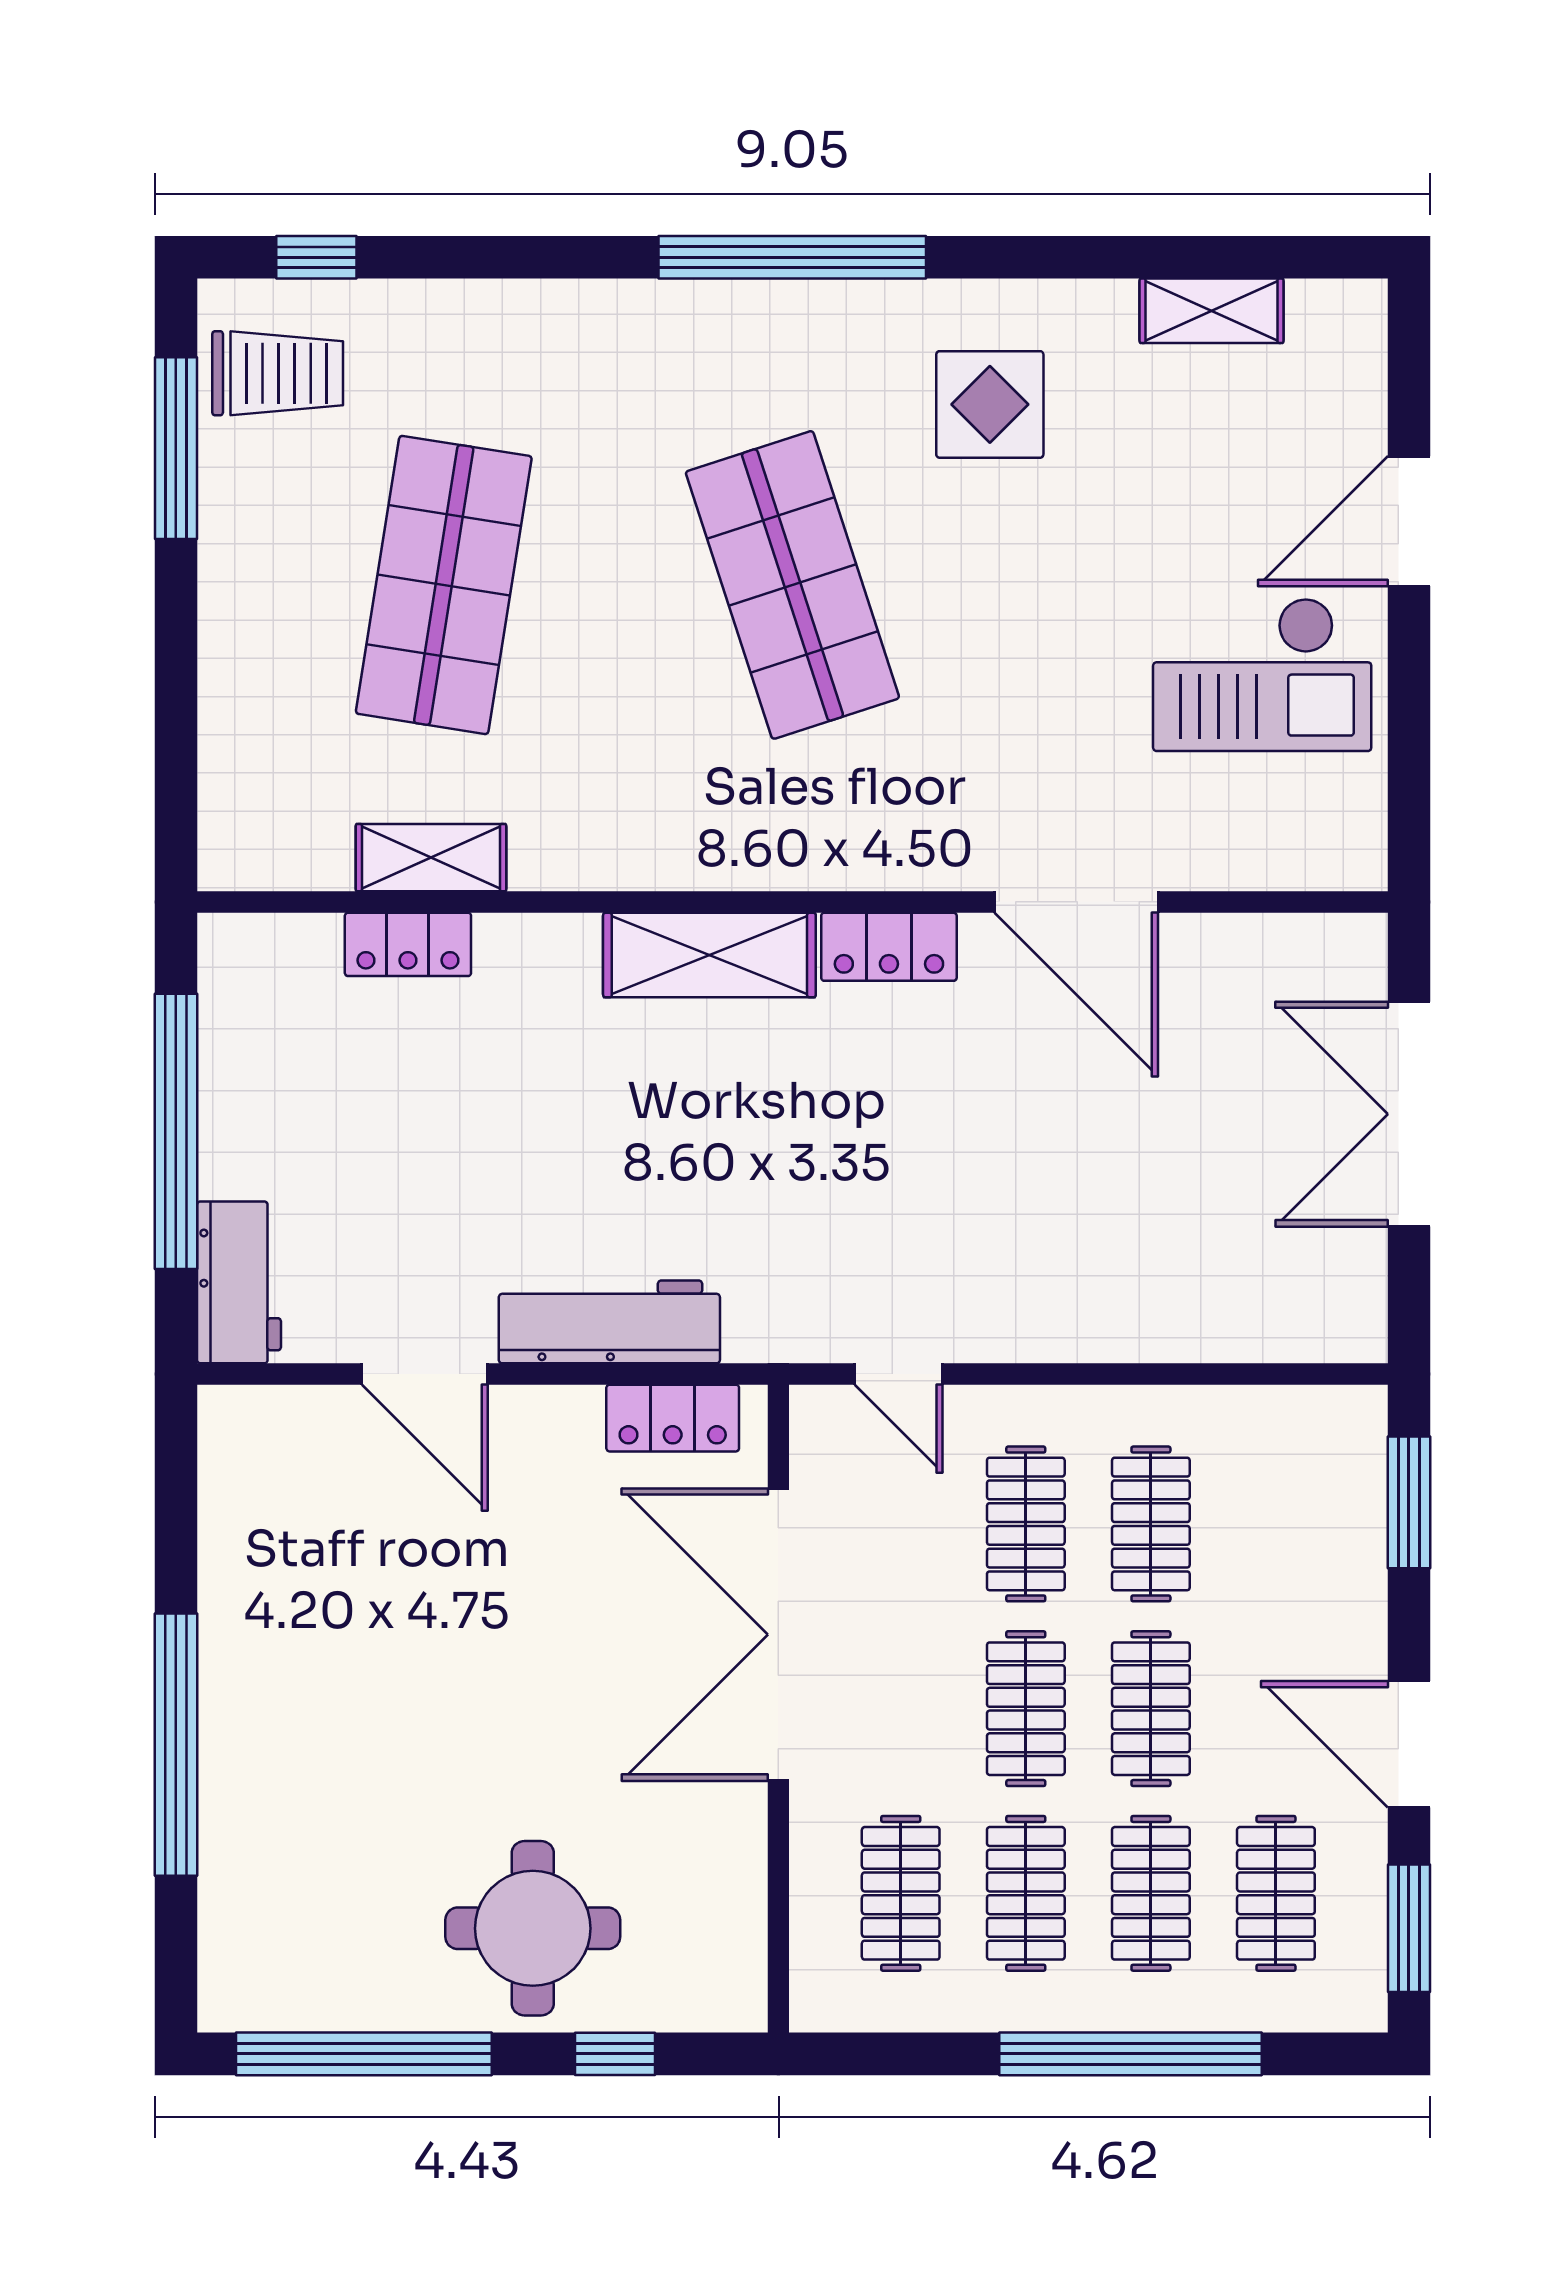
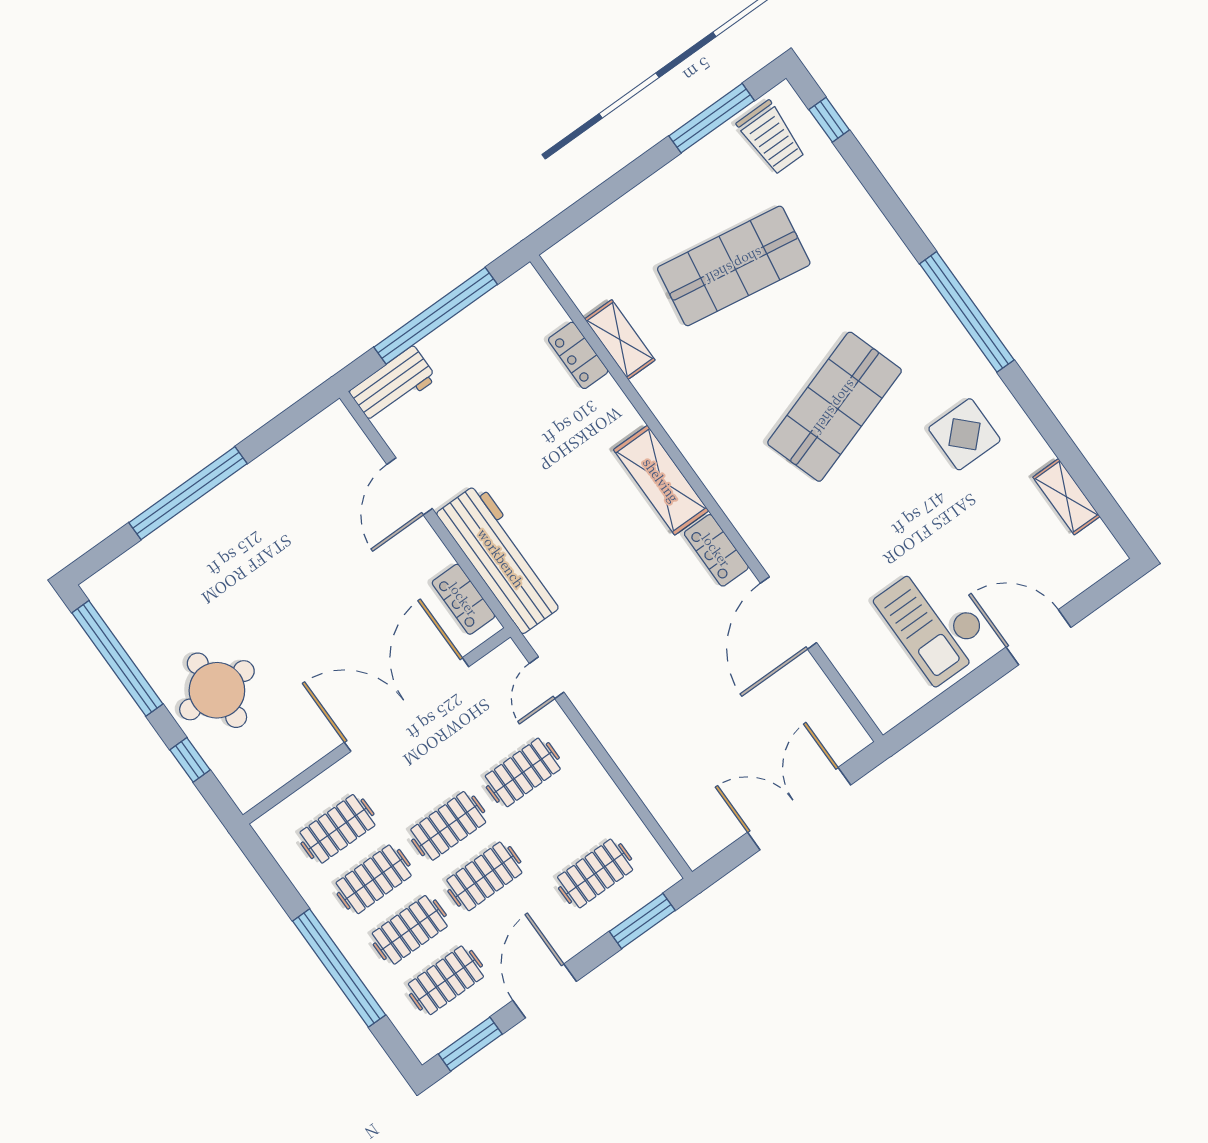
workbench: (609, 1322) -> (501, 558), width x1.36, depth x1.32
clothes rail: (1151, 1524) -> (595, 873), moved

